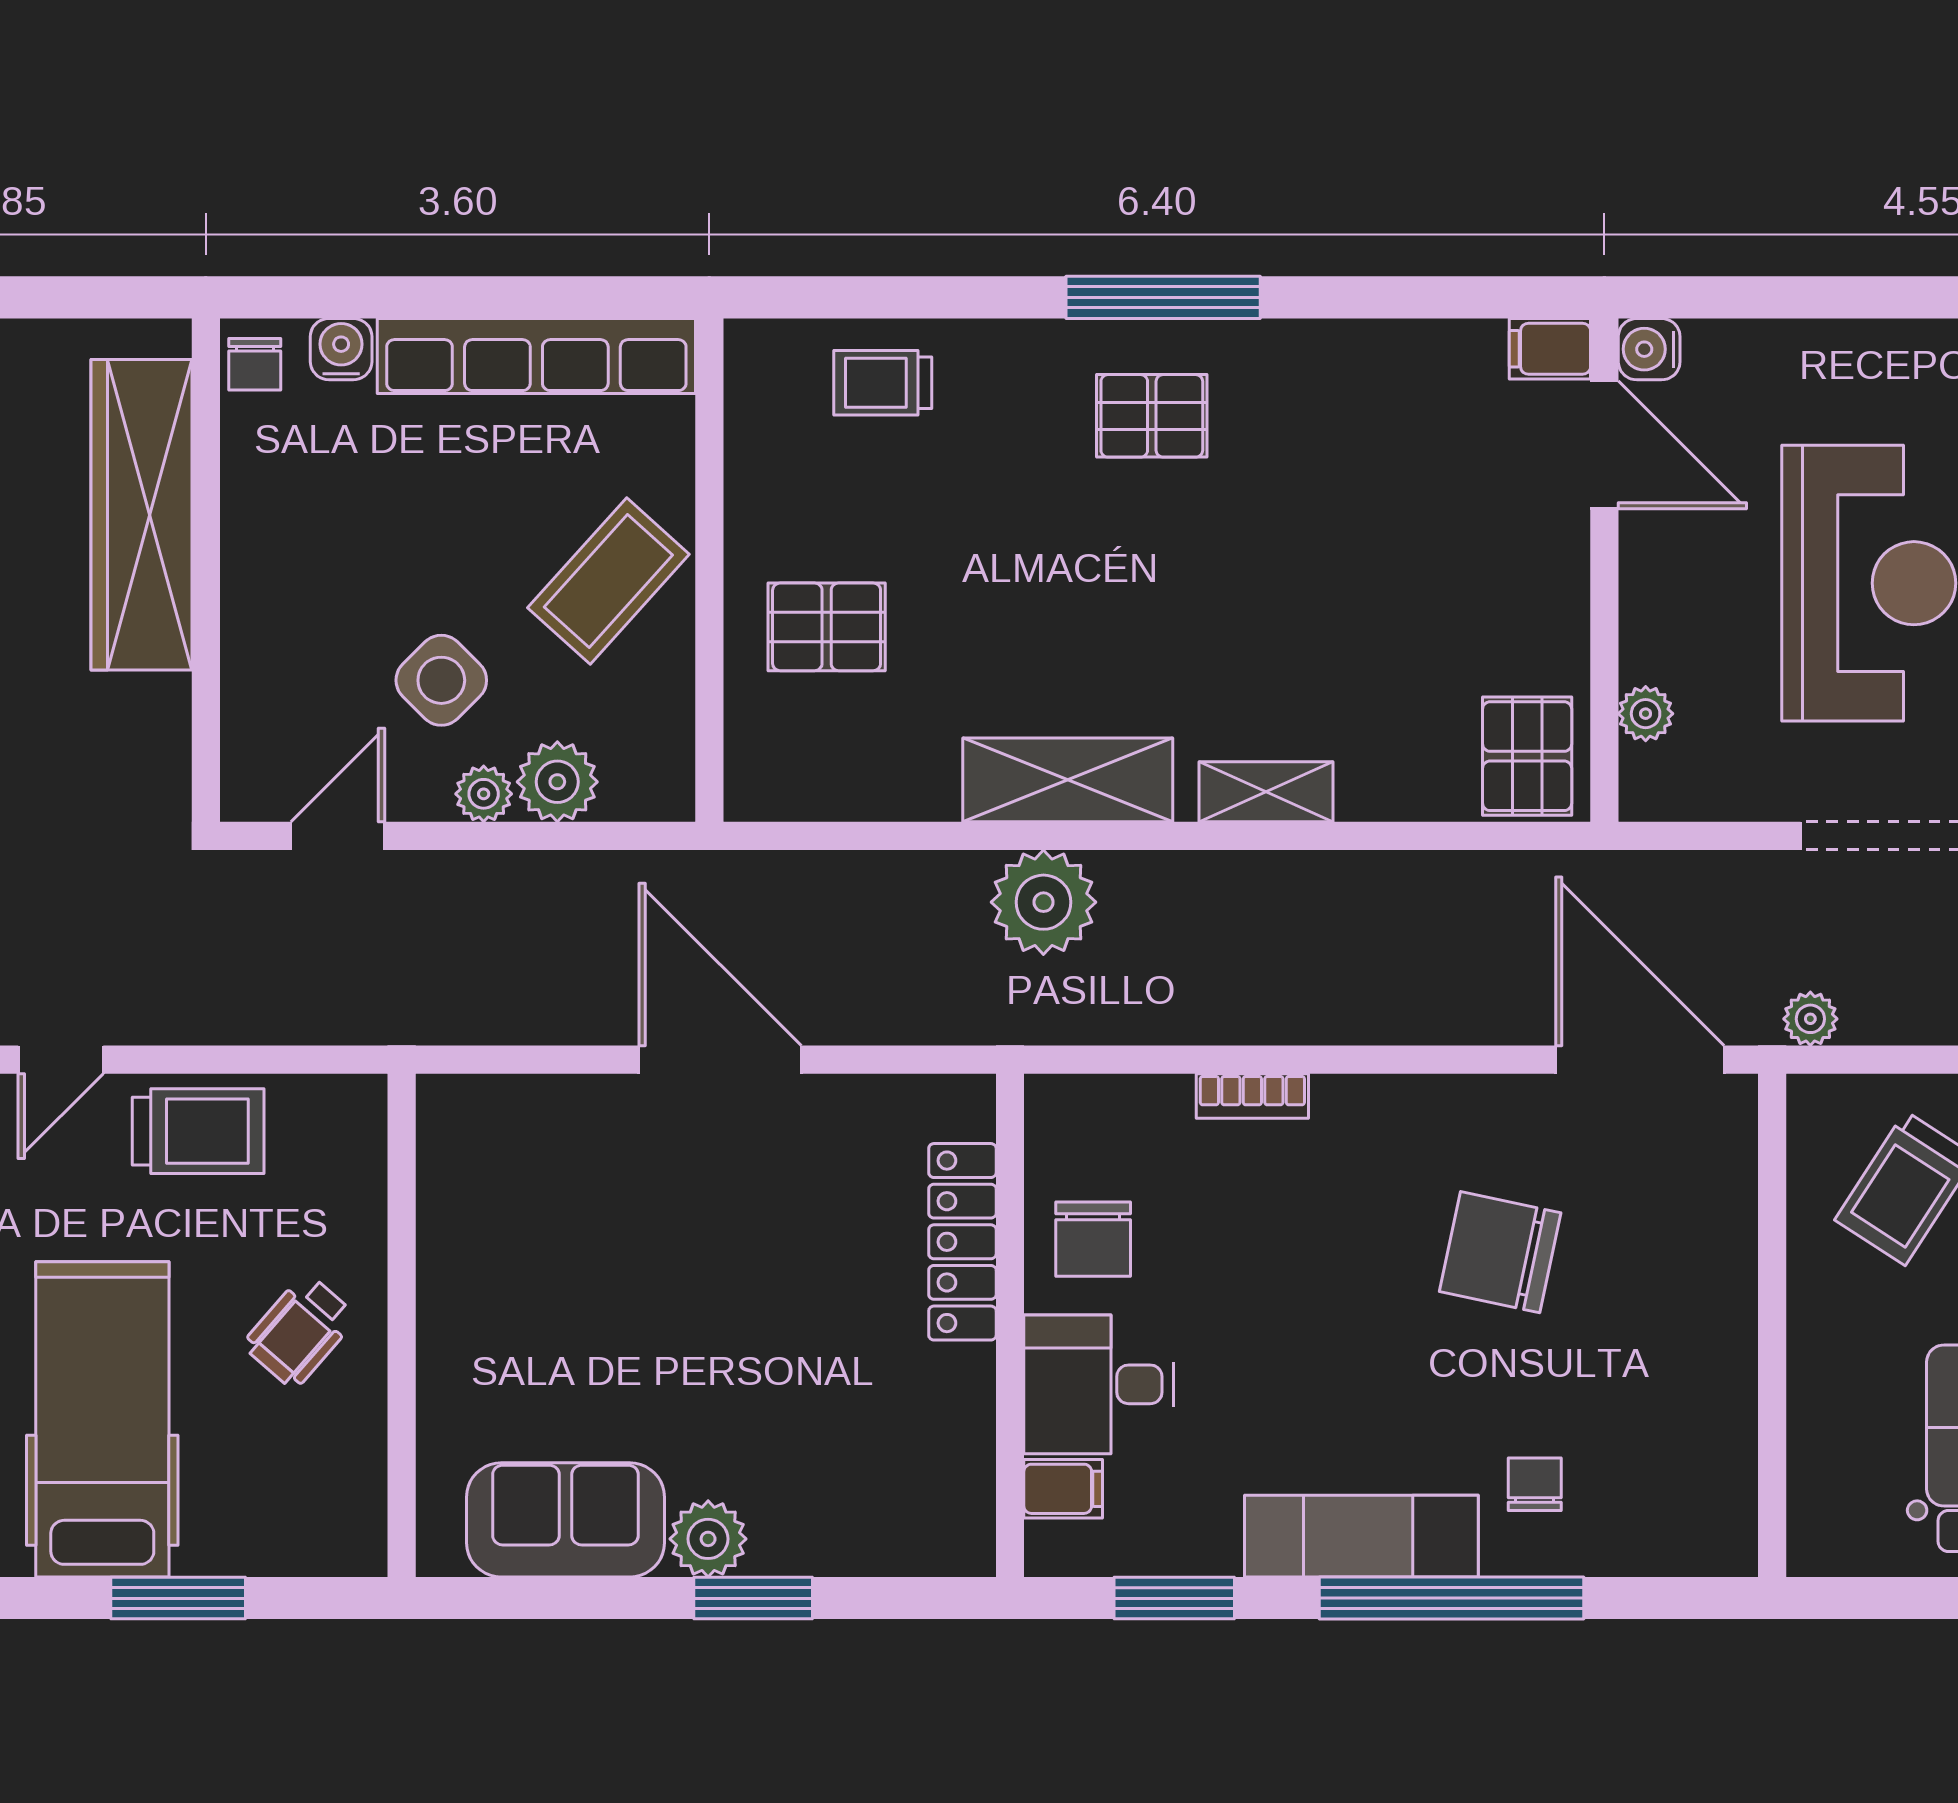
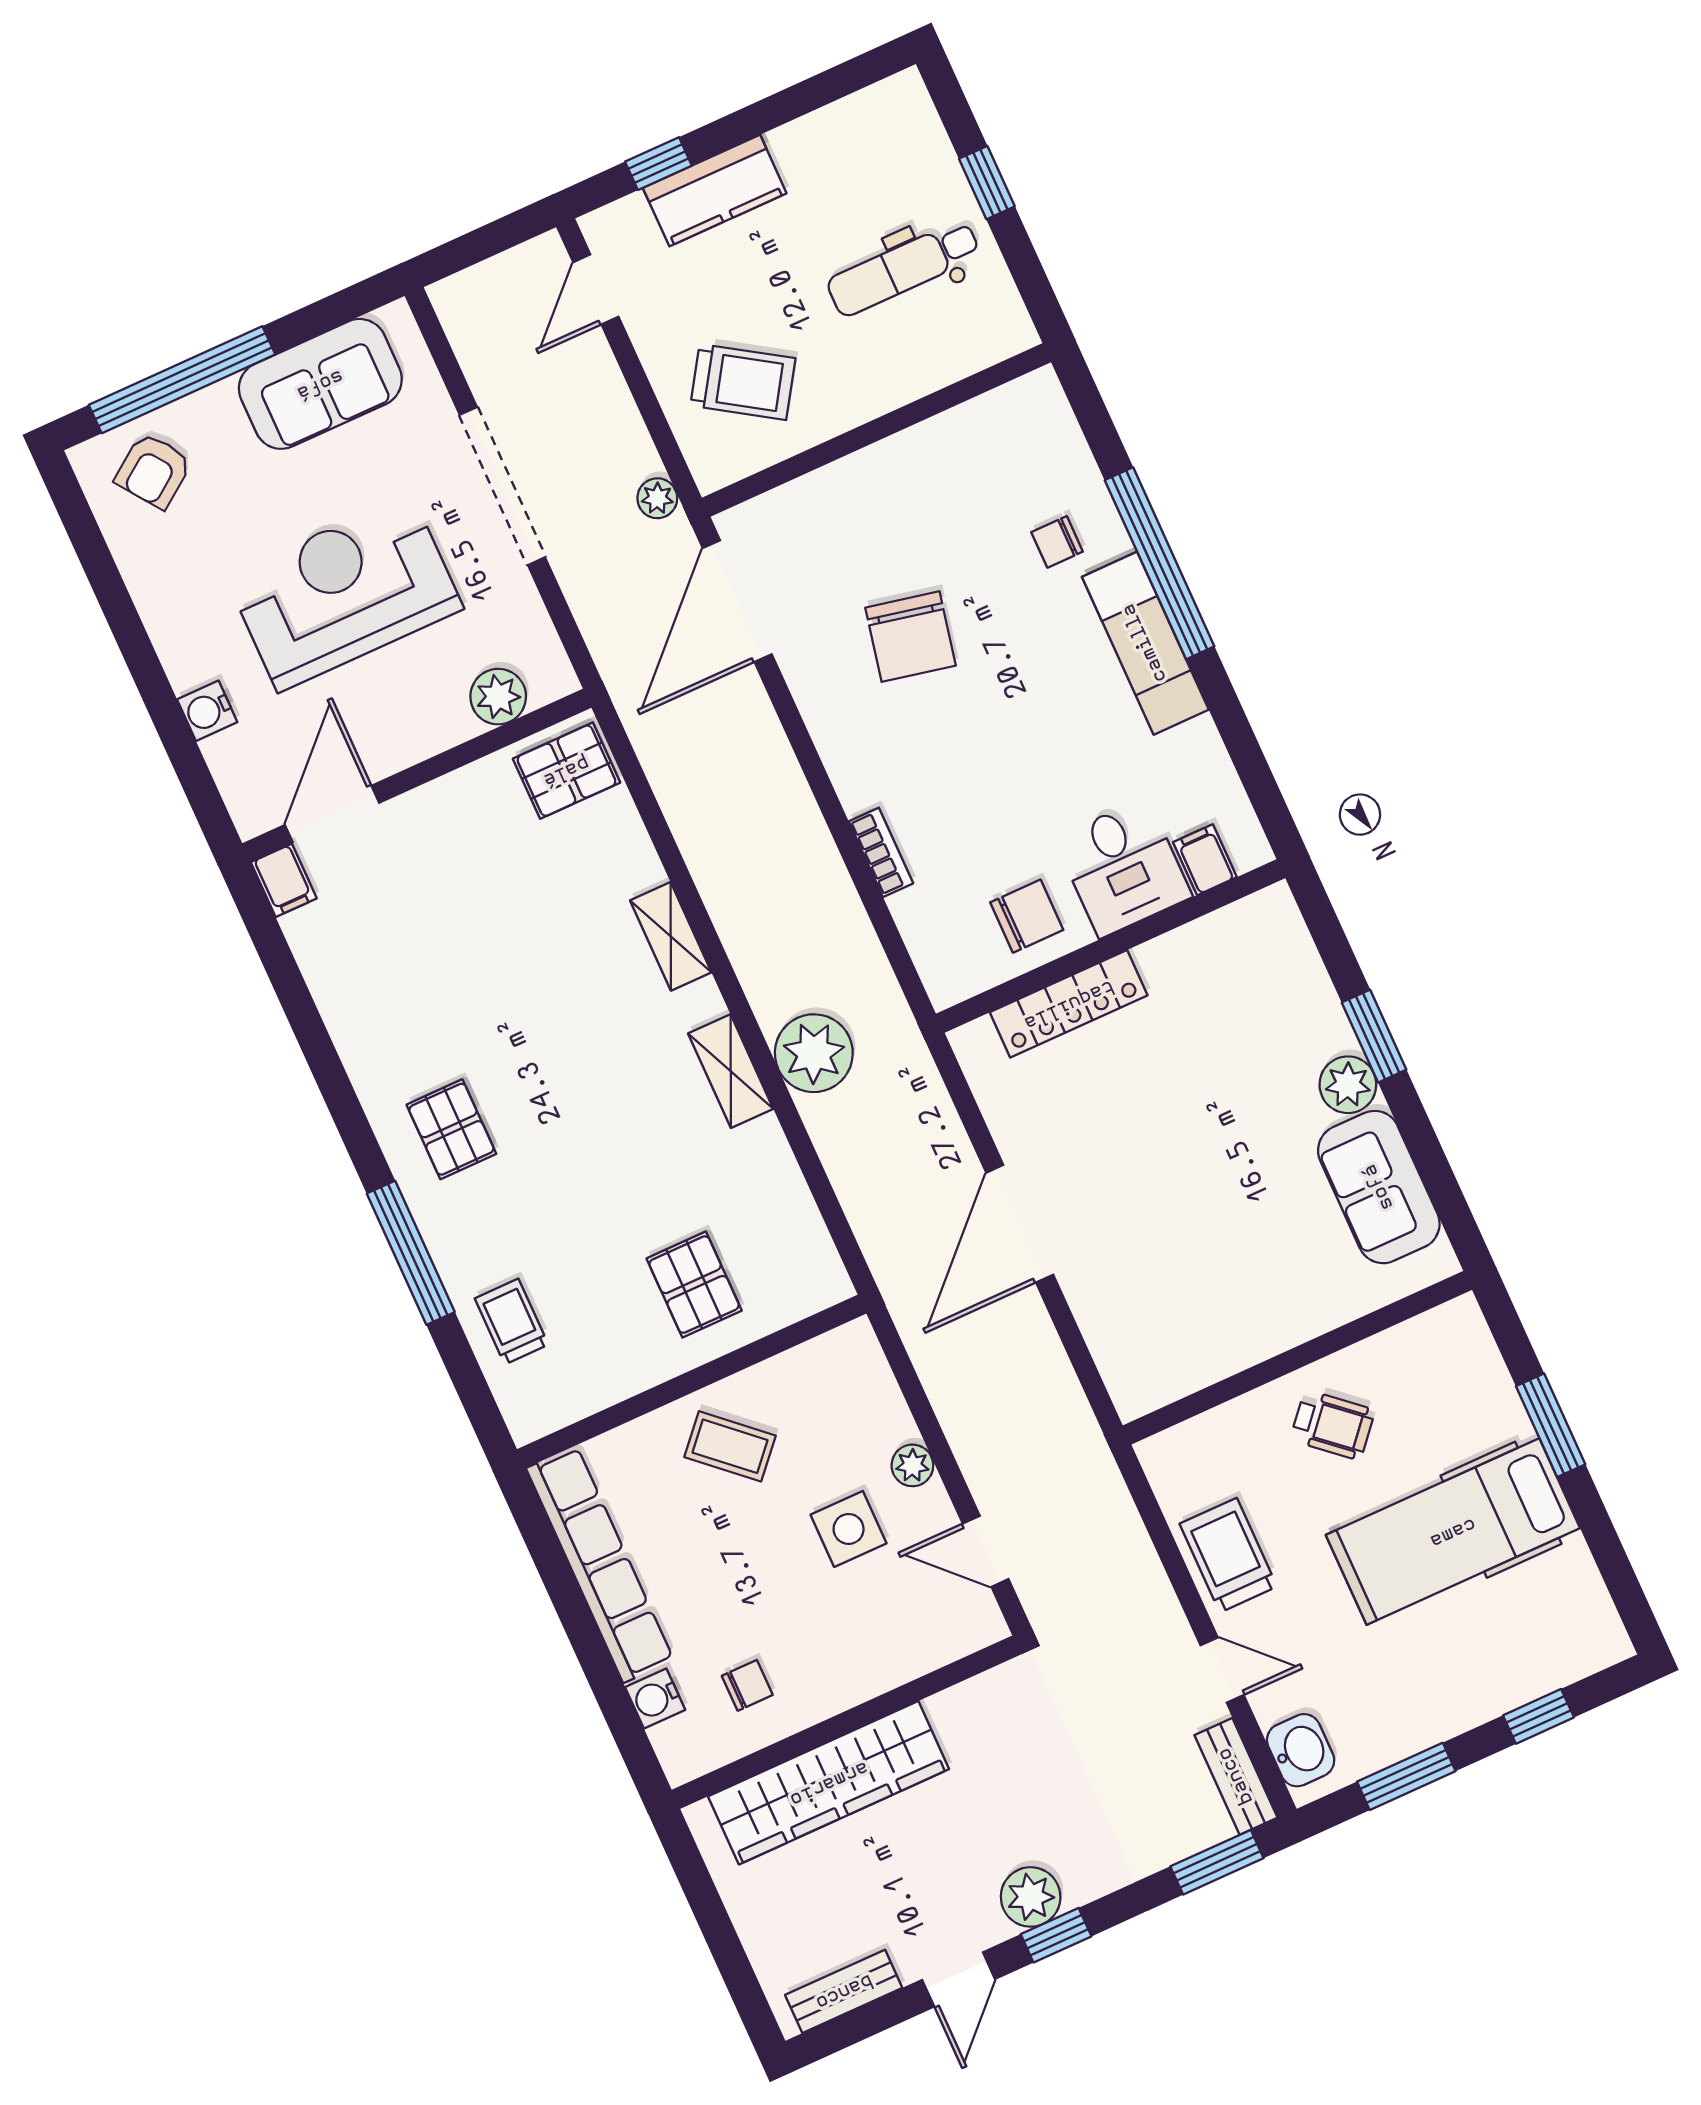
window: (1163, 297) -> (411, 1253), moved
water cooler: (1649, 349) -> (207, 711), moved, turned 90
chair: (255, 364) -> (747, 1685), moved
trolley: (883, 383) -> (512, 1321), turned 180
coffee table: (608, 581) -> (730, 1446), width x0.73, depth x0.77
side table: (441, 680) -> (849, 1529), turned 45
plant: (1646, 714) -> (498, 697), width x1.38, depth x1.38
shelving: (1068, 780) -> (731, 1071), width x0.67, depth x0.75
plant: (557, 782) -> (882, 1419), removed
window: (1174, 1598) -> (1245, 751), removed

